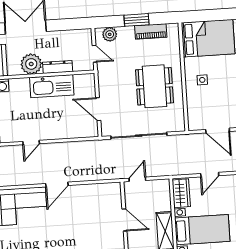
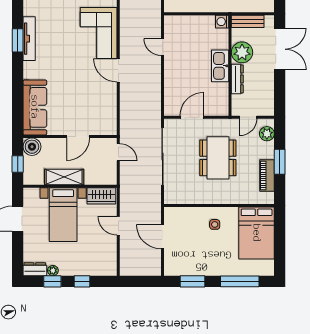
kitchen sink: (52, 86) -> (220, 66), width x0.73, depth x0.81
dining table: (154, 86) -> (218, 158), moved, turned 90
door: (218, 131) -> (162, 237), hinge flipped

